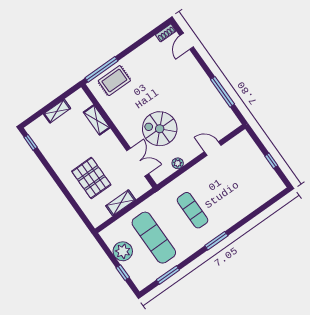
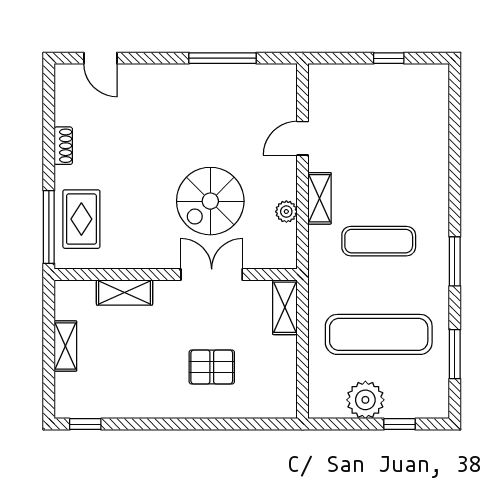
shoe rack: (166, 33) -> (63, 146), moved
double door: (138, 162) -> (212, 274), moved
shelving: (193, 173) -> (319, 198), added
pallet: (91, 178) -> (212, 367), width x0.67, depth x0.71
shelving: (121, 203) -> (285, 307), moved
window: (216, 241) -> (455, 261), moved

